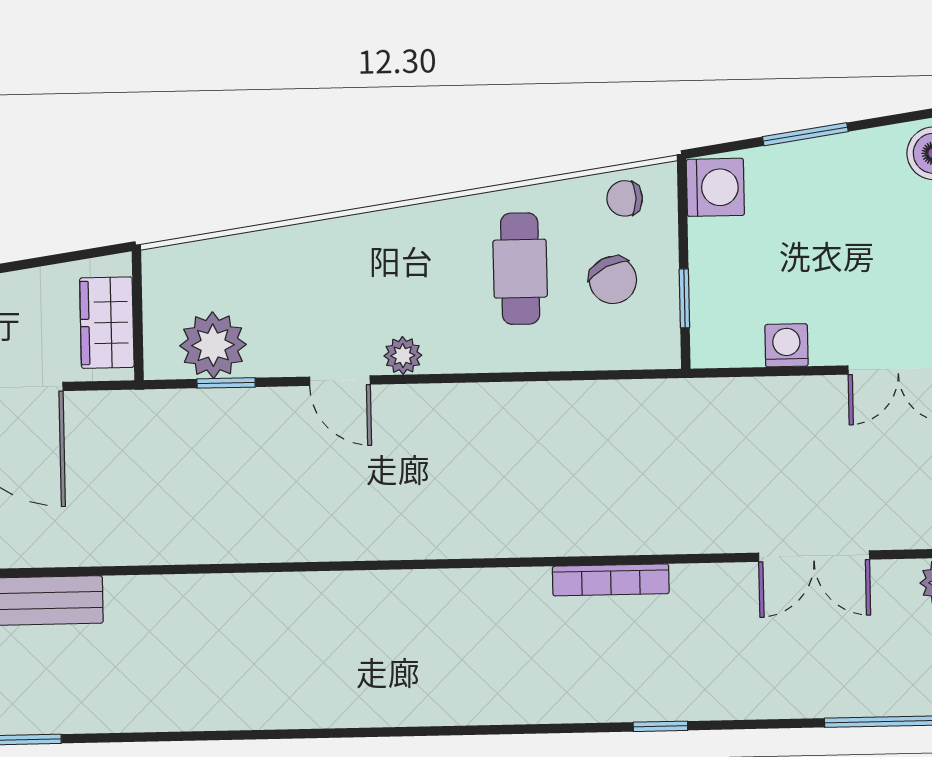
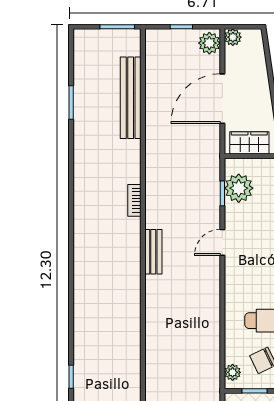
plant: (403, 356) -> (233, 372), moved
bench: (365, 541) -> (153, 252), added
bookcase: (611, 580) -> (134, 200), moved, width x0.64

